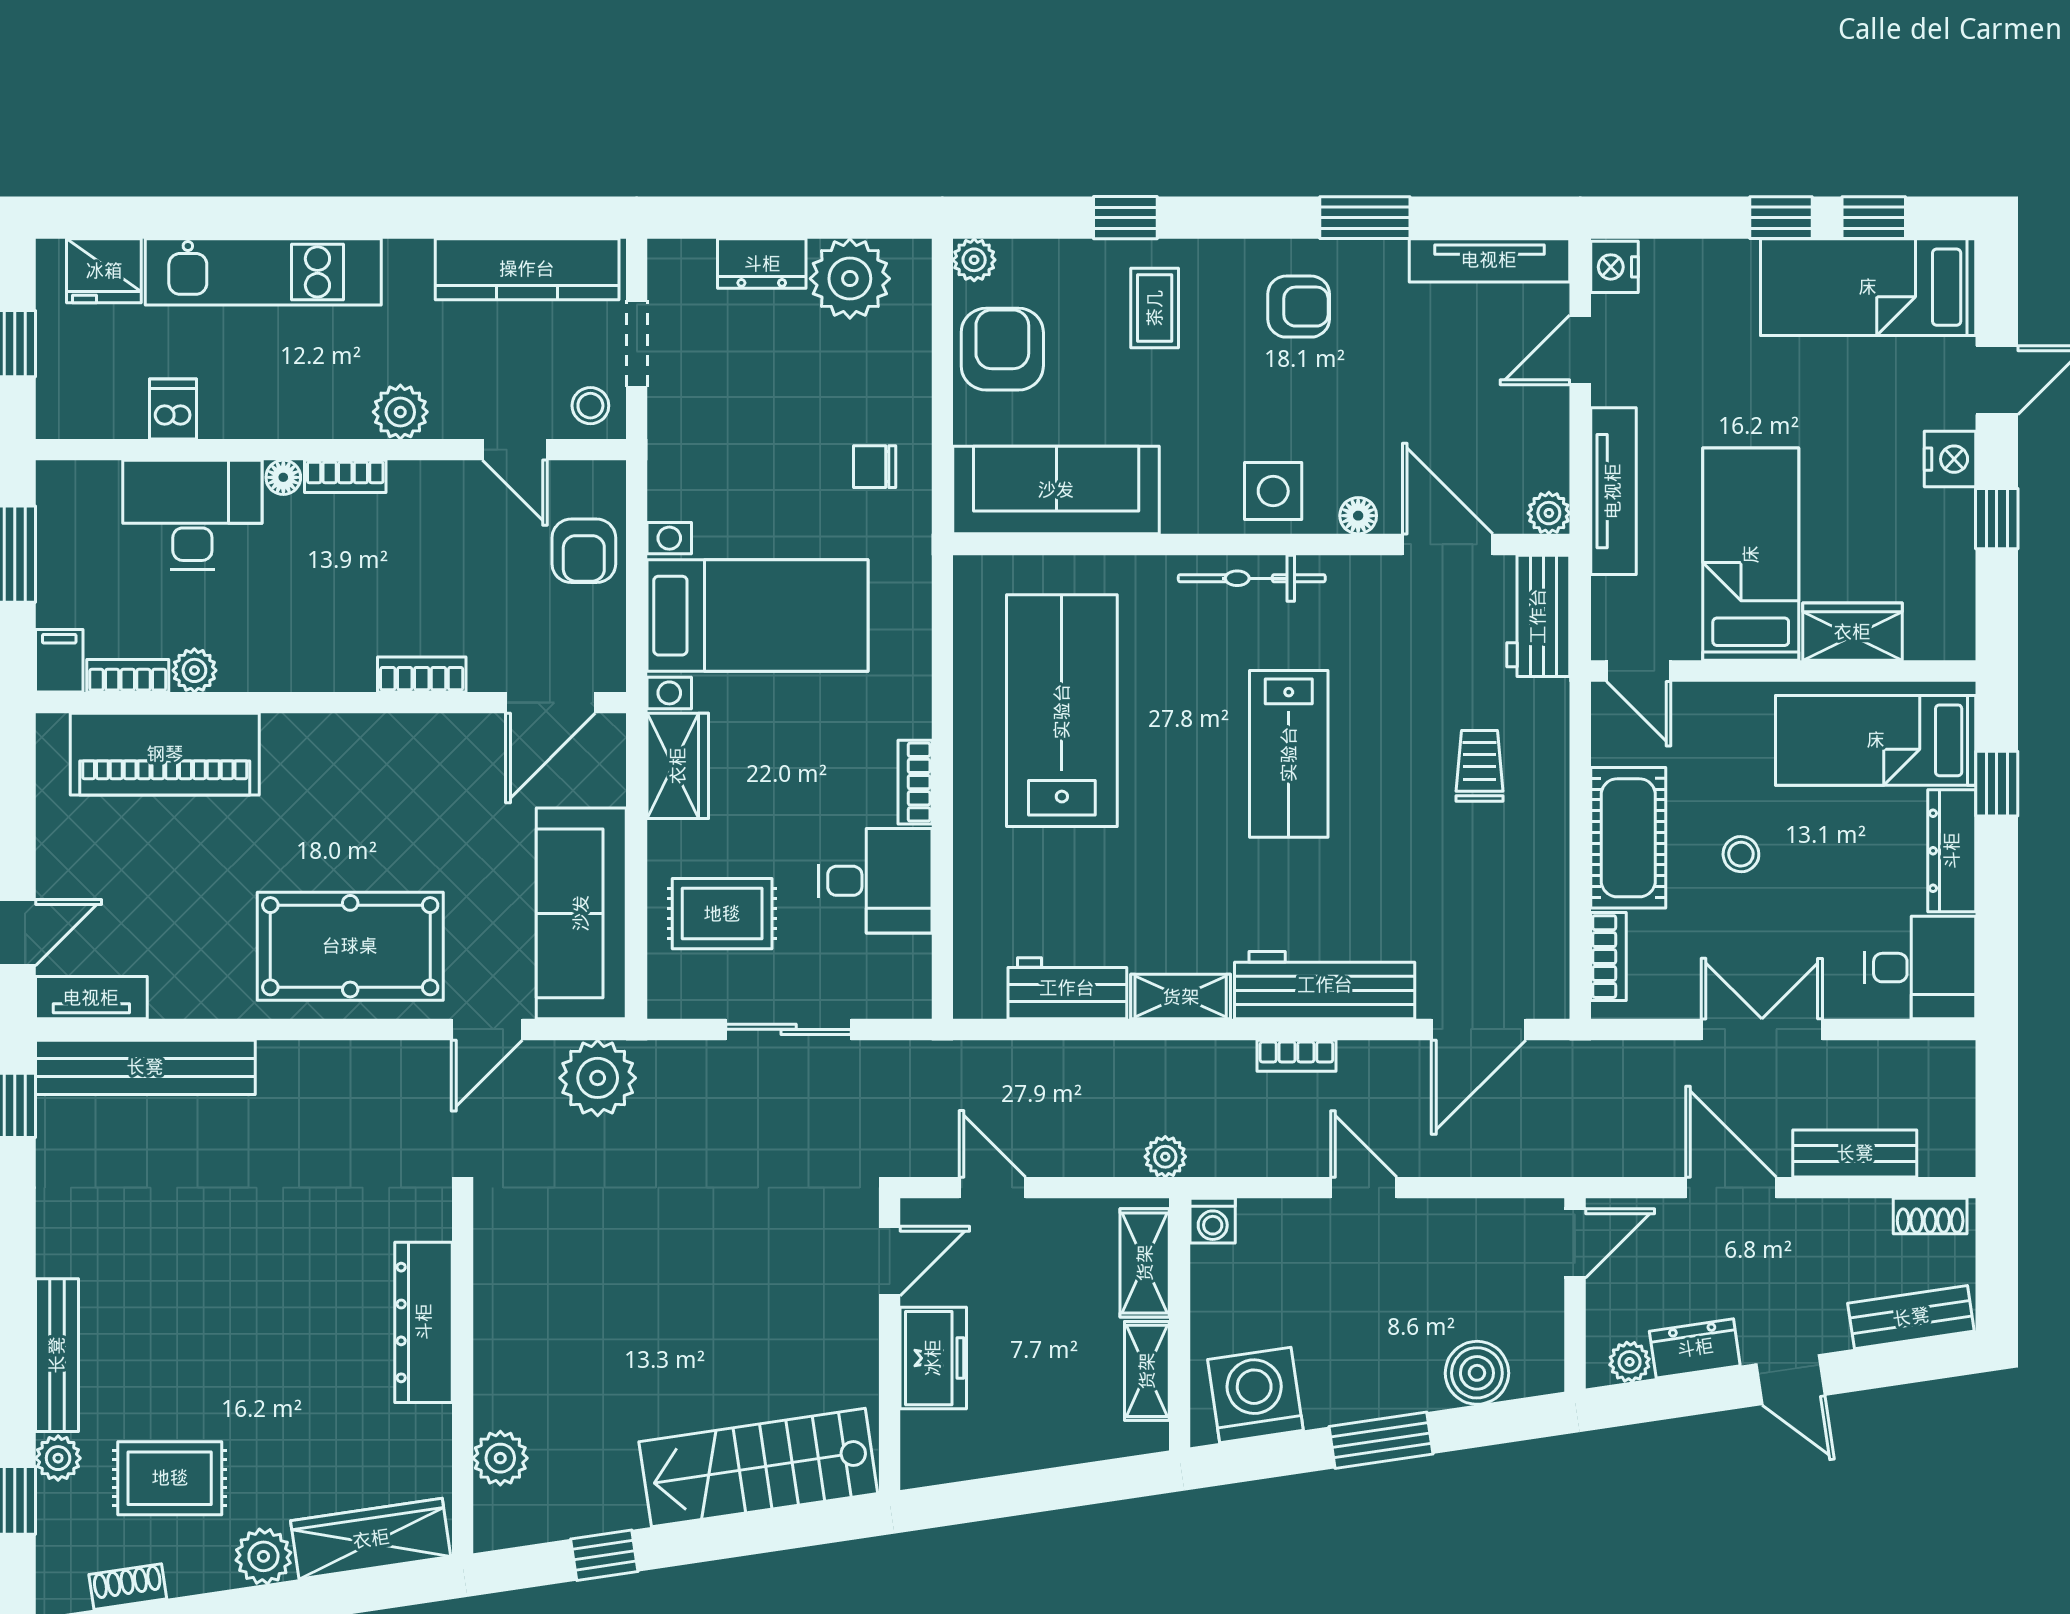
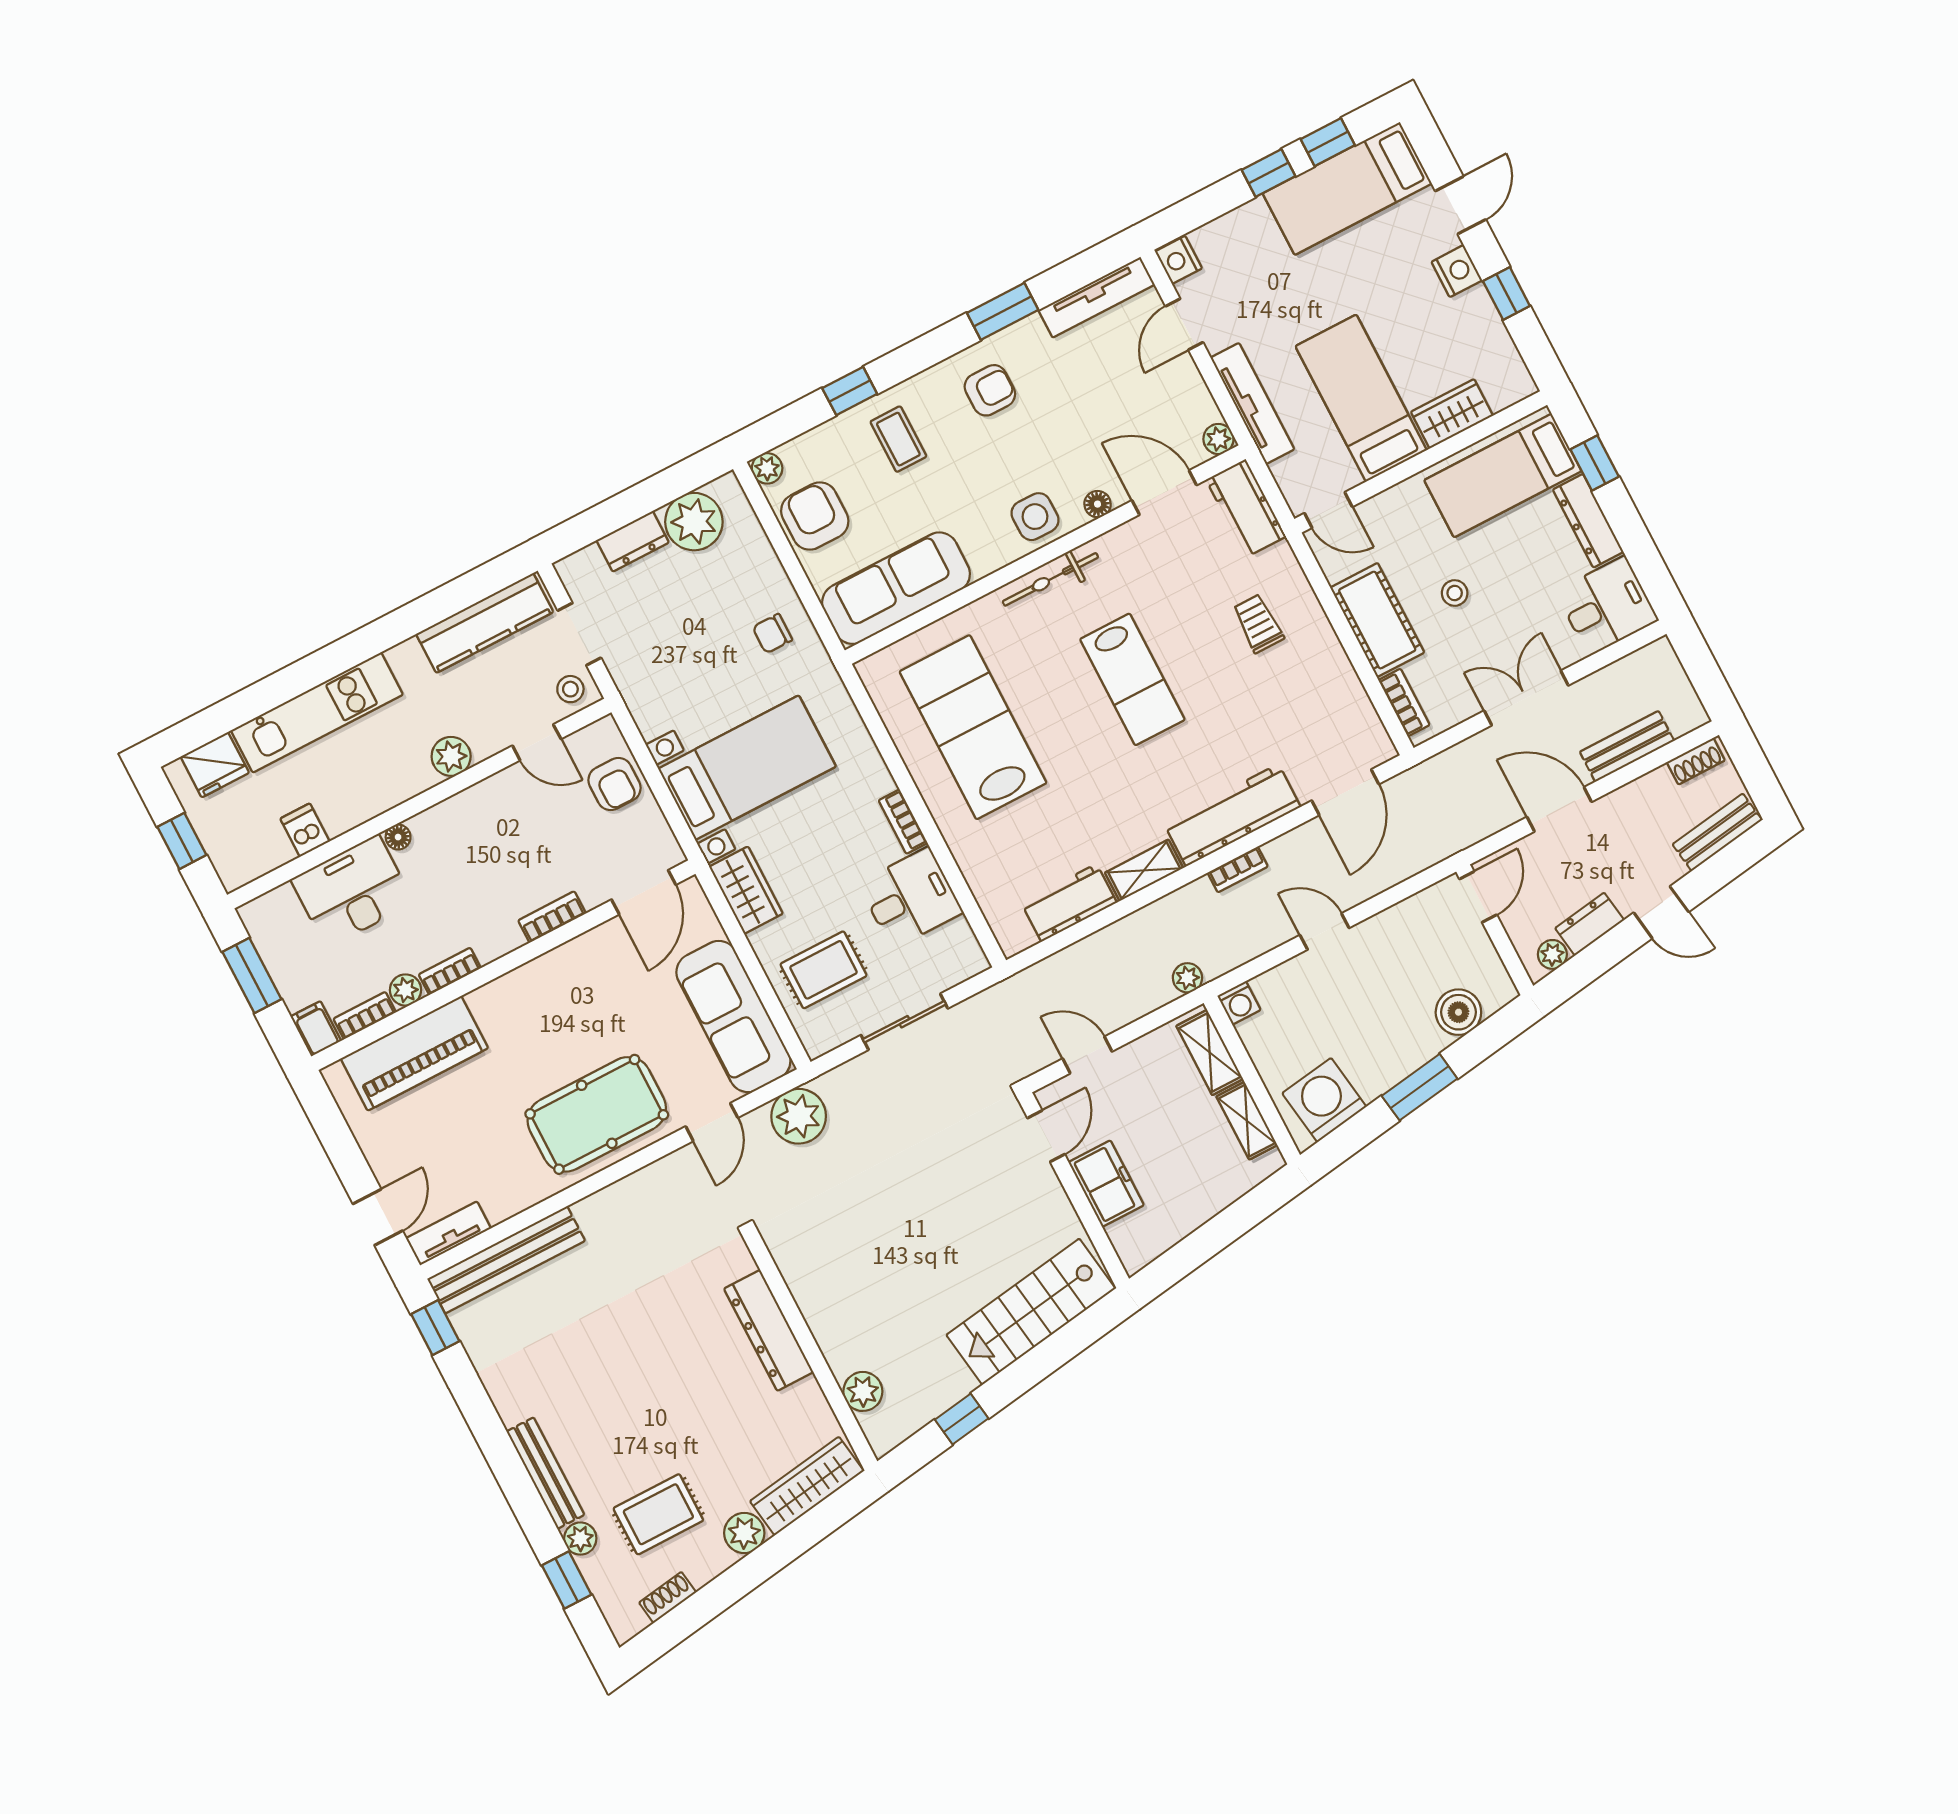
bookcase: (345, 476) -> (450, 971), moved, turned 180

